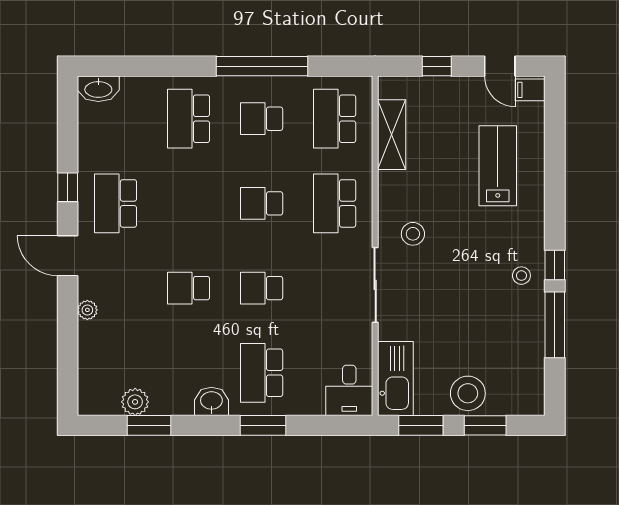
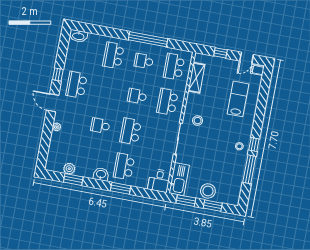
door: (500, 66) -> (247, 58), hinge flipped
school desk: (262, 288) -> (131, 131), width x1.85

